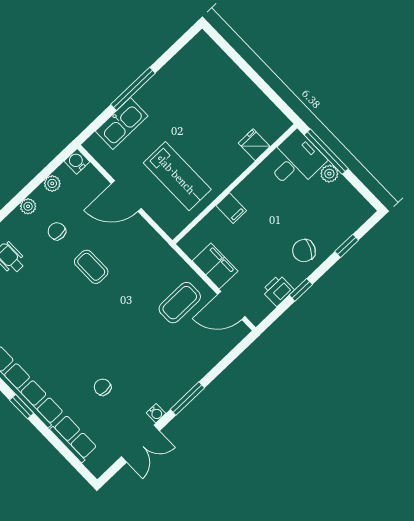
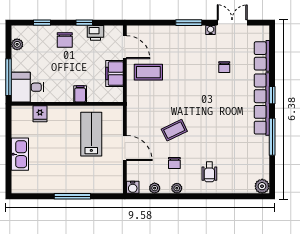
kitchen sink: (122, 124) -> (20, 154), moved, turned 90
plant: (329, 174) -> (17, 44), moved
chair: (304, 251) -> (65, 40), turned 64
coffee table: (91, 267) -> (174, 130), turned 64

